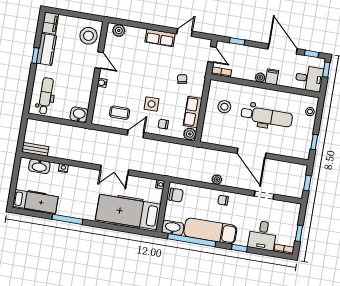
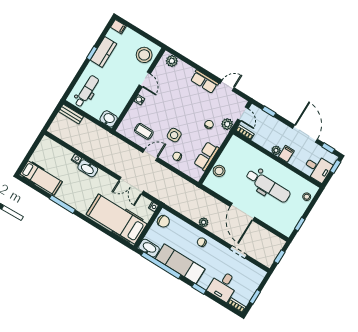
filing cabinet: (50, 23) -> (118, 27), width x0.50
stool: (224, 107) -> (219, 171), moved
plant: (190, 134) -> (227, 124), moved
bench: (35, 149) -> (71, 114), moved
washbasin: (39, 166) -> (88, 168), moved
double door: (114, 170) -> (131, 186), moved

